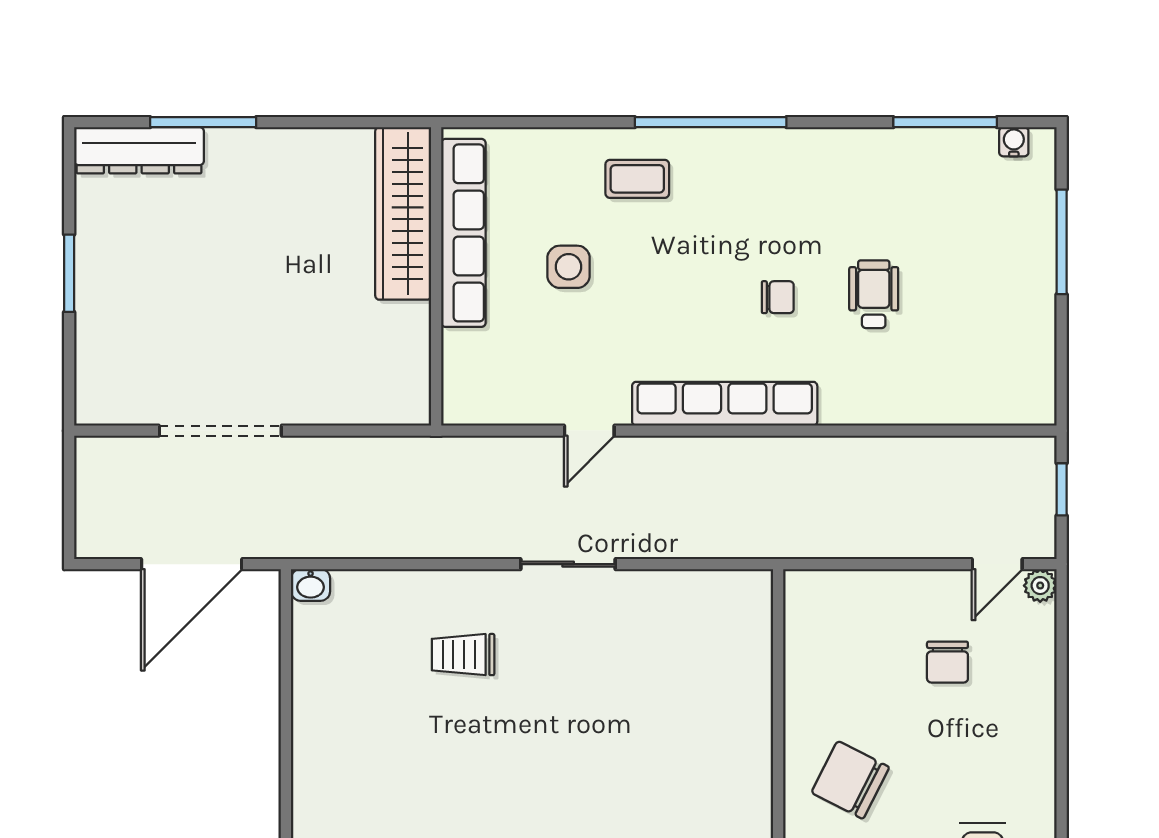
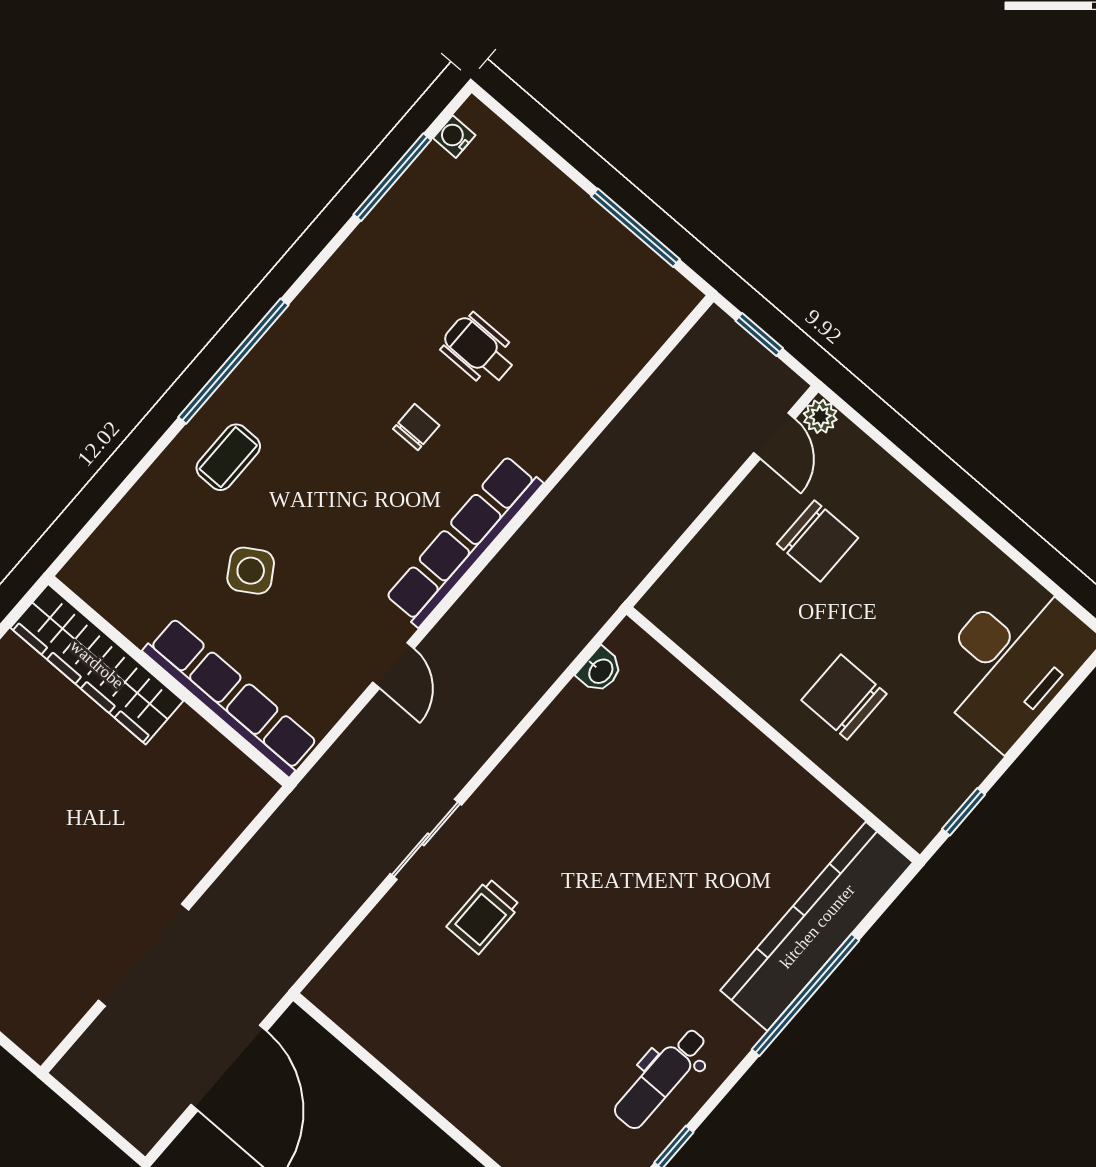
row of seats: (463, 233) -> (230, 697), moved
window: (1062, 242) -> (636, 228), moved
side table: (569, 267) -> (251, 571), turned -32
sliding door: (568, 564) -> (426, 839), moved
washbasin: (311, 585) -> (600, 671), moved
chair: (947, 662) -> (817, 541), width x1.37, depth x1.37
chair: (850, 780) -> (844, 697), turned 63

